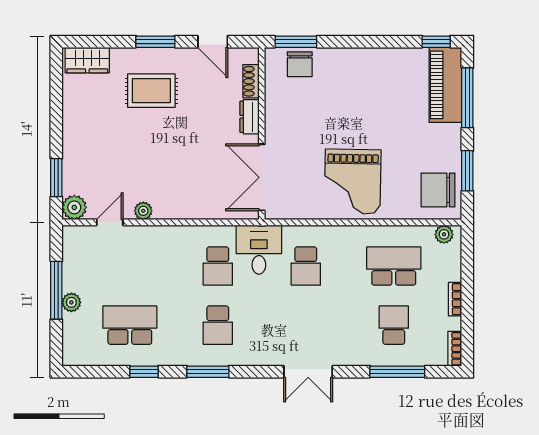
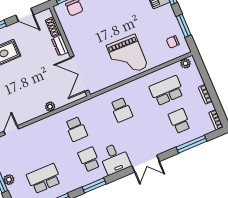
chair: (438, 190) -> (173, 42), width x0.54, depth x0.54
plant: (143, 211) -> (50, 107), moved
desk: (259, 250) -> (115, 158), moved, turned 180
school desk: (218, 325) -> (89, 159), turned 180

